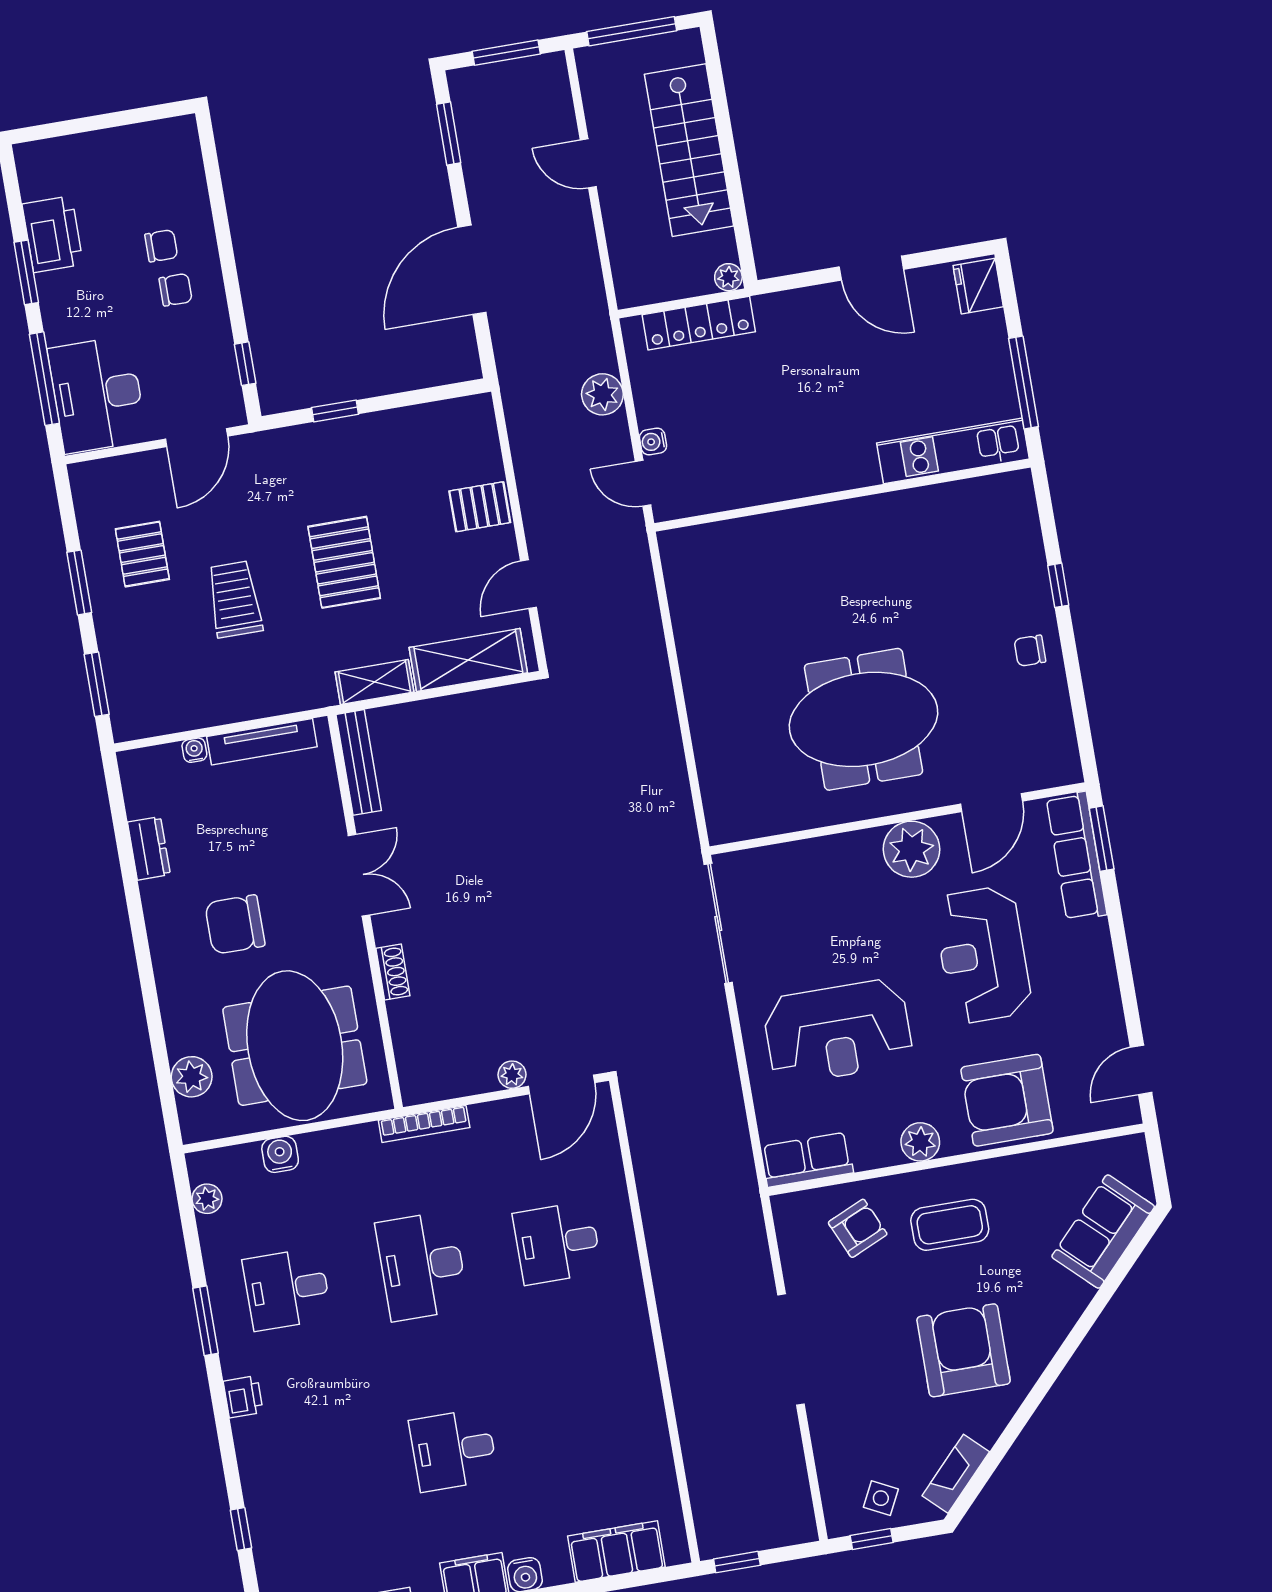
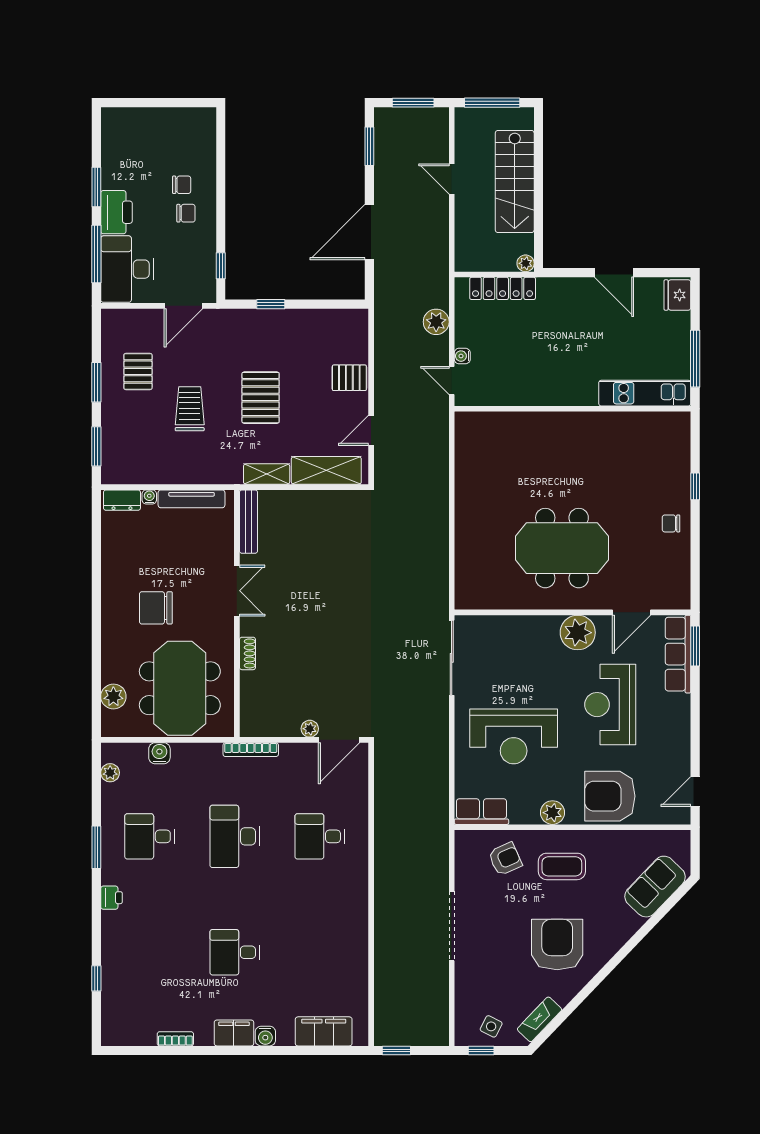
printer: (53, 234) -> (116, 212), moved
dresser: (149, 848) -> (122, 500), moved, turned 90

